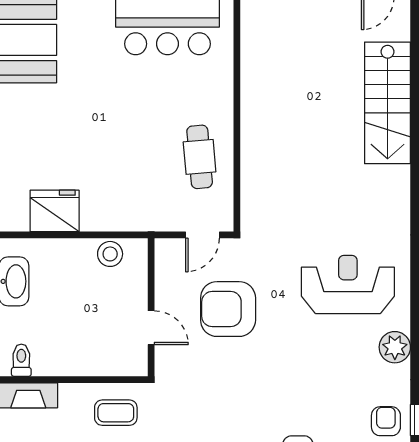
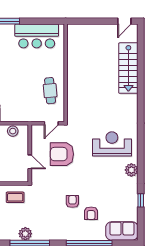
armchair: (386, 421) -> (72, 201), moved

